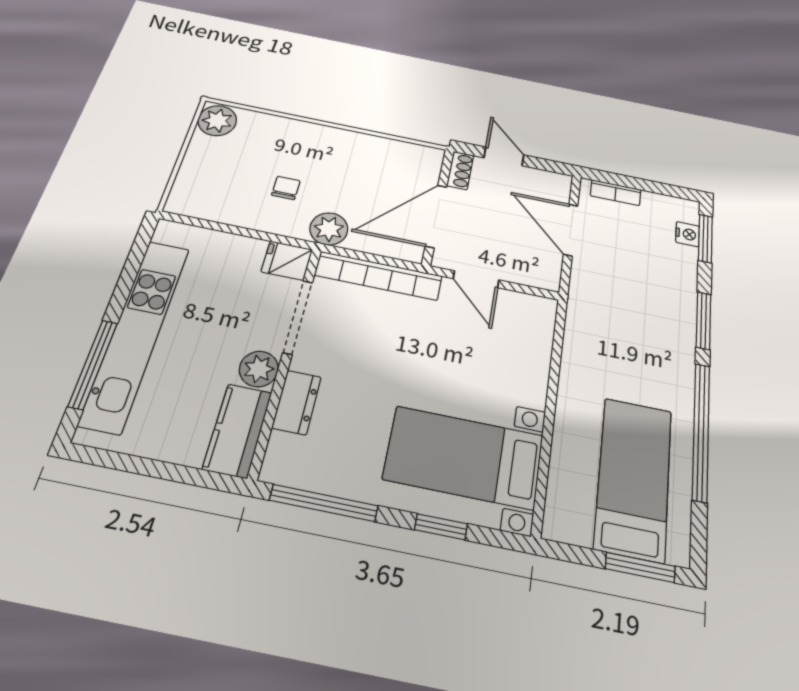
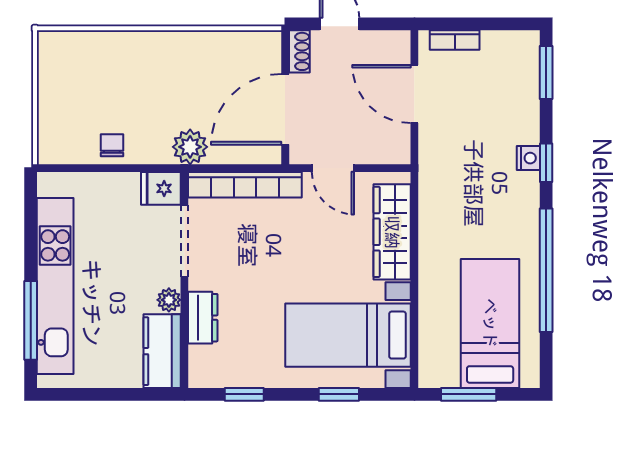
plant: (217, 121) -> (55, 51), removed
chair: (286, 188) -> (112, 145), moved
nightstand: (688, 234) -> (528, 158), moved
window: (704, 321) -> (546, 163), width x0.67
wardrobe: (531, 355) -> (392, 232), added
plant: (259, 369) -> (169, 300), width x0.73, depth x0.73
window: (324, 503) -> (244, 394), width x0.46
window: (640, 567) -> (469, 394), moved

